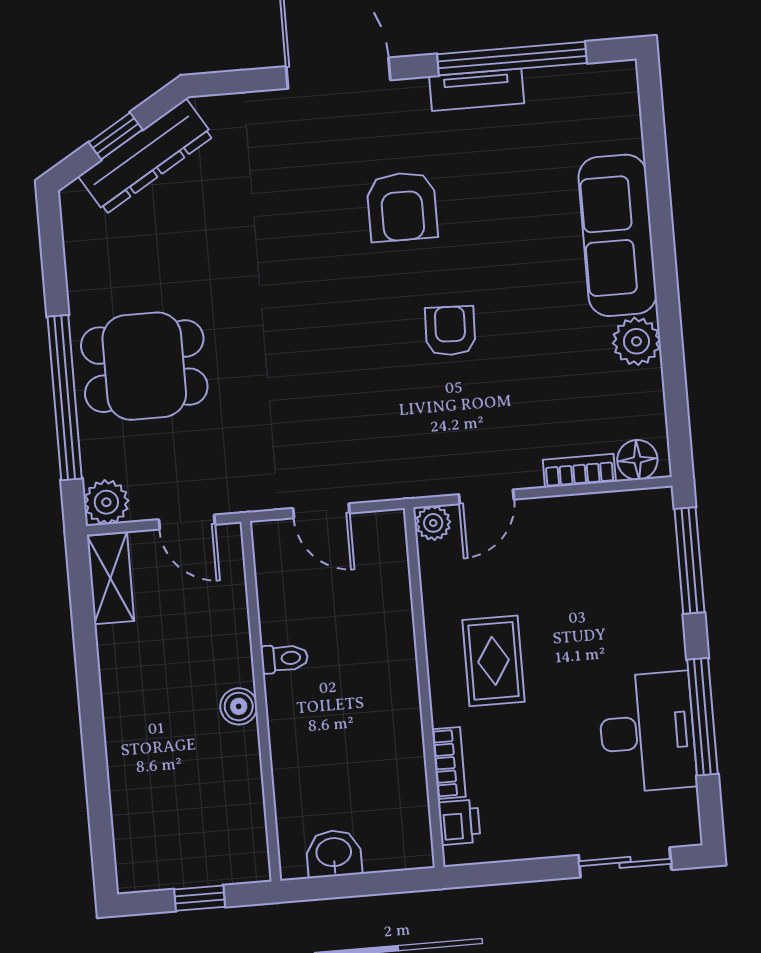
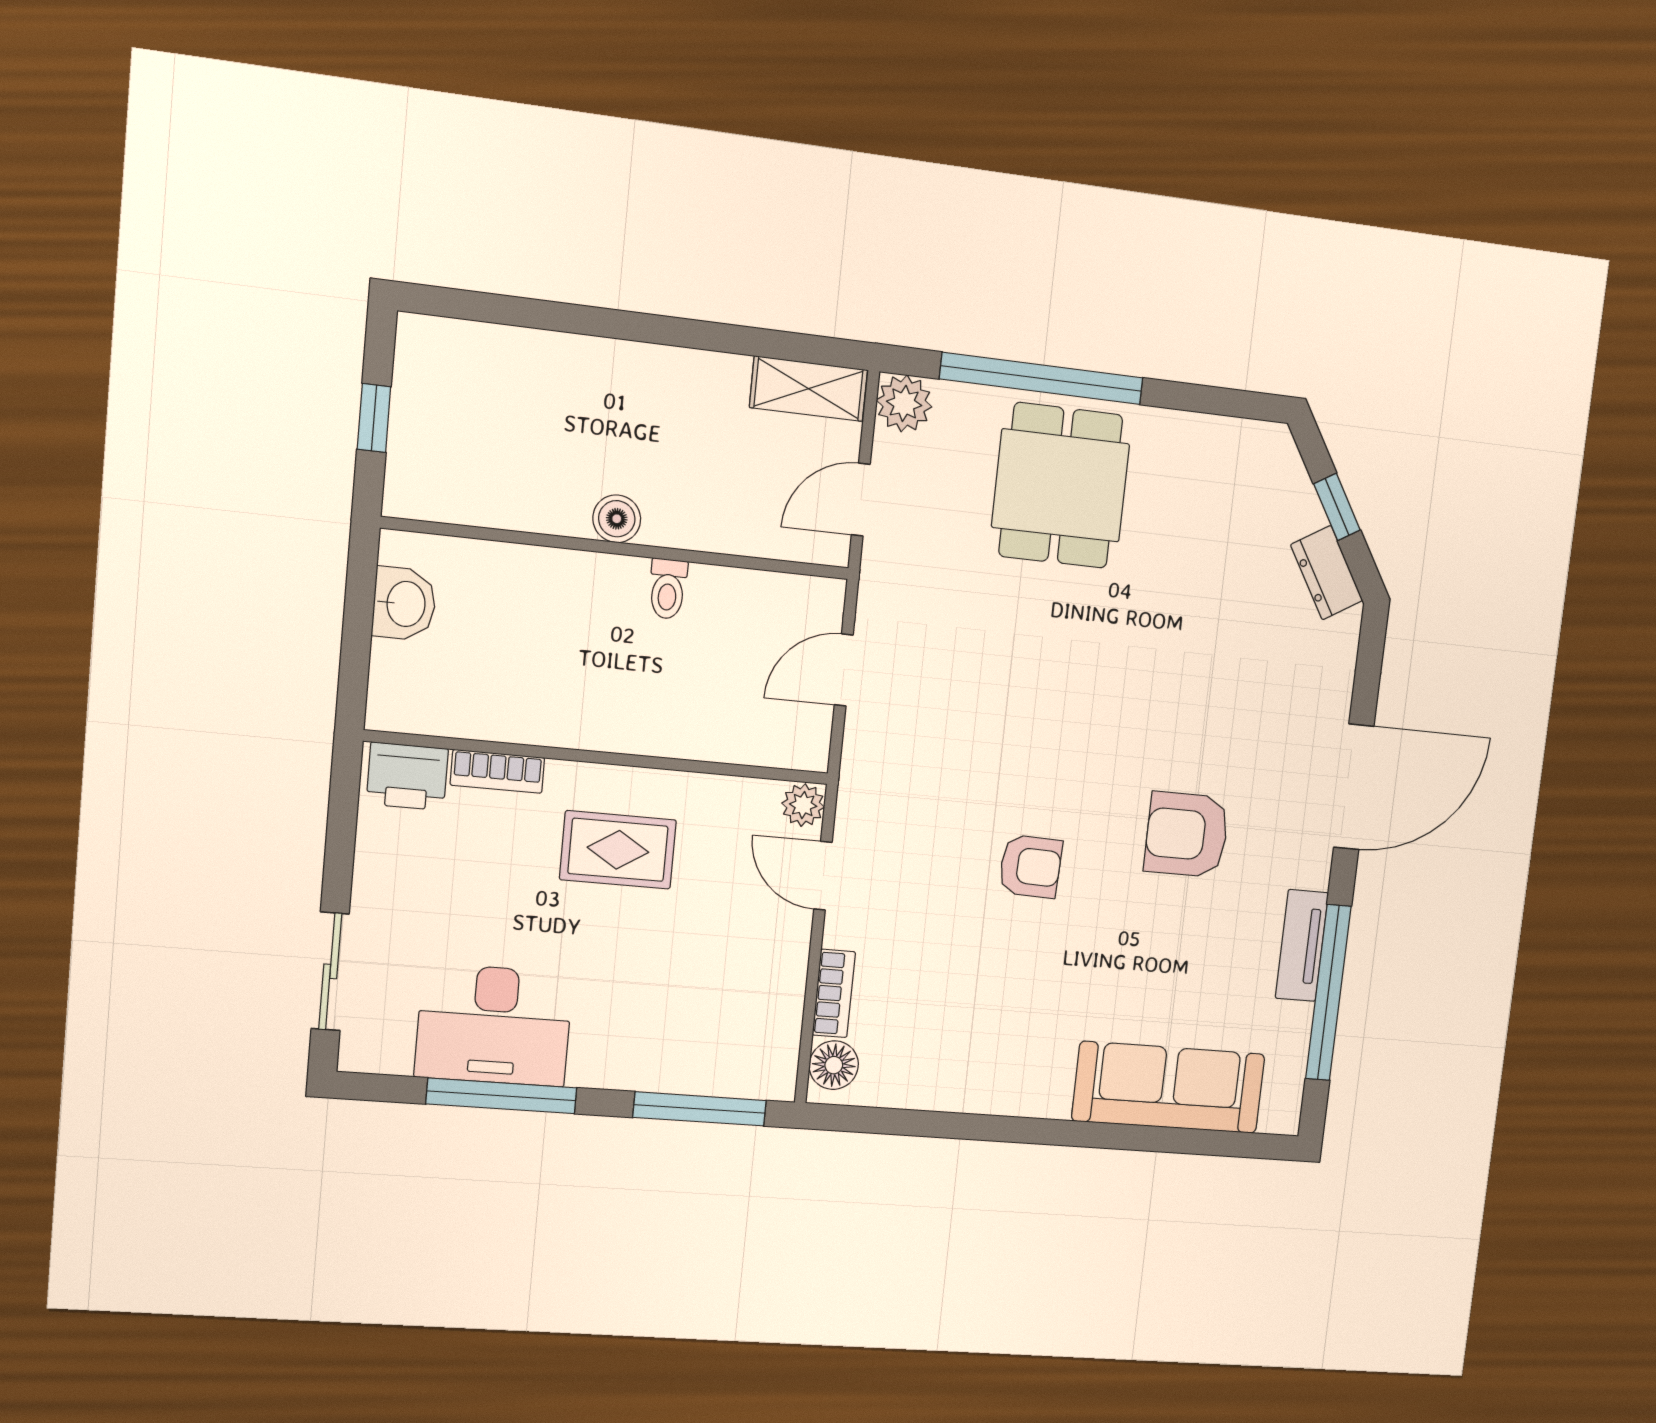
dresser: (146, 156) -> (1327, 573), width x0.51, depth x0.80
sofa: (618, 235) -> (1169, 1087), moved
plant: (636, 341) -> (975, 1086), removed
printer: (459, 822) -> (407, 776), width x1.36, depth x1.24

